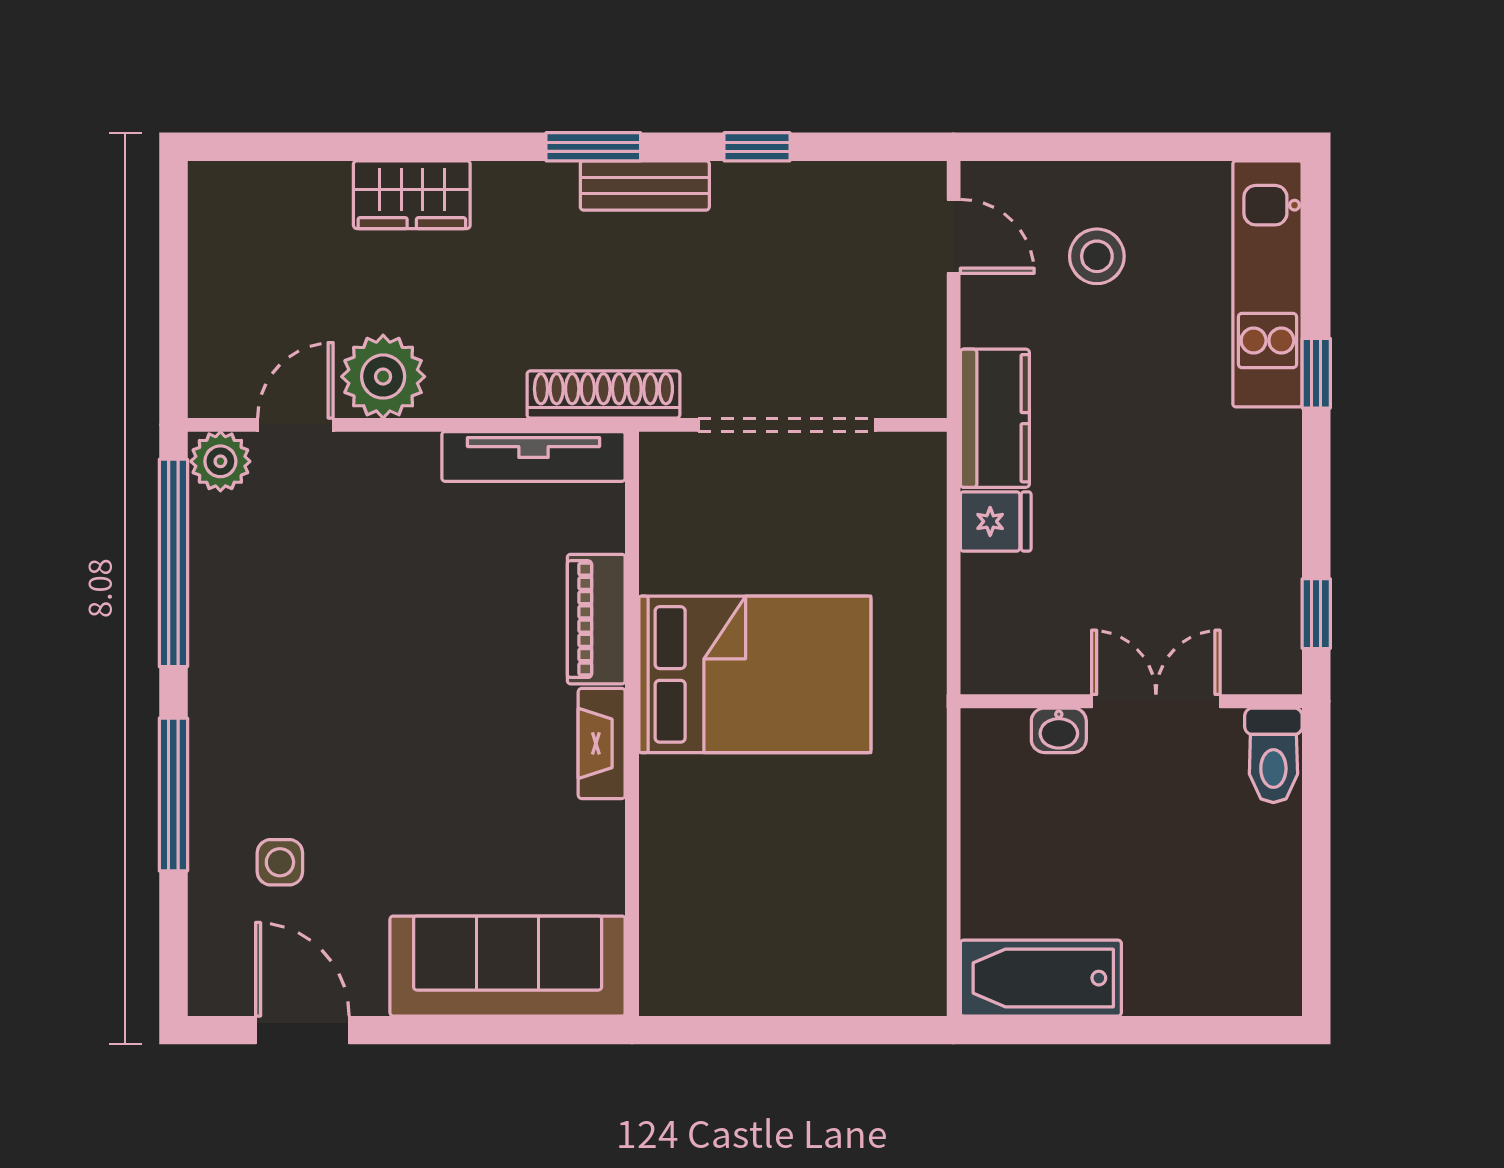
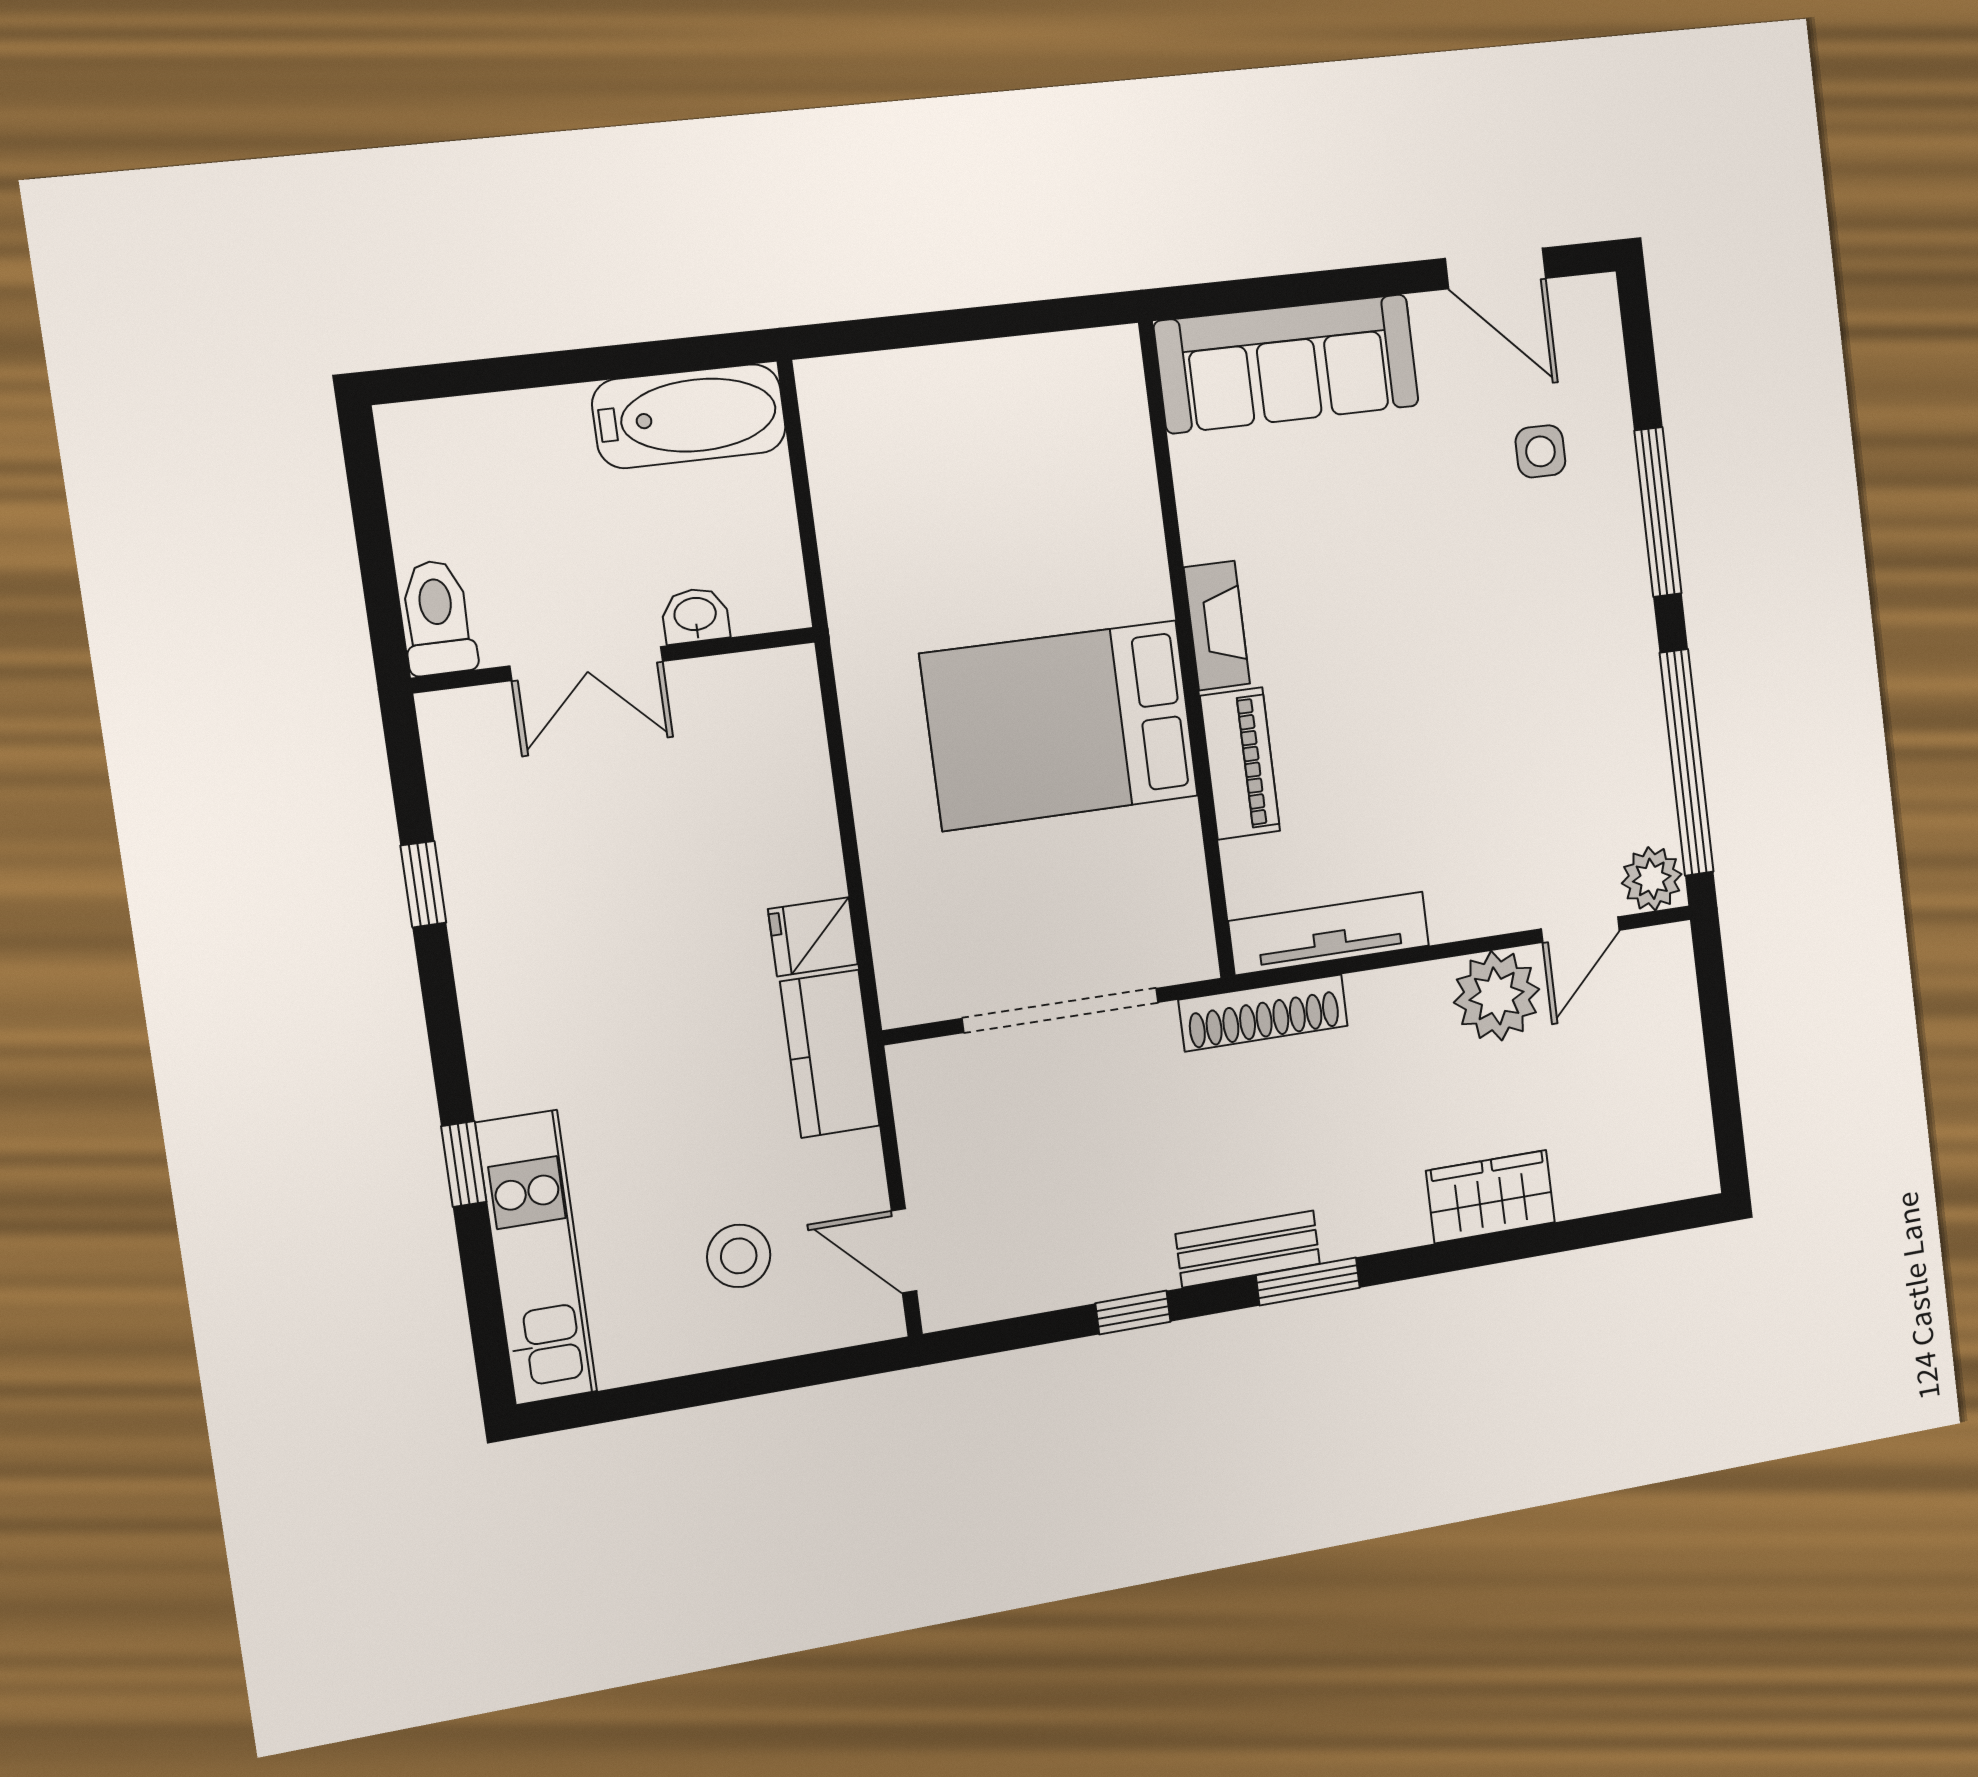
wall: (1131, 701) -> (615, 660), moved
double door: (1156, 701) -> (587, 664), moved
washbasin: (1059, 730) -> (695, 616), moved
toilet: (1273, 755) -> (437, 618), moved

